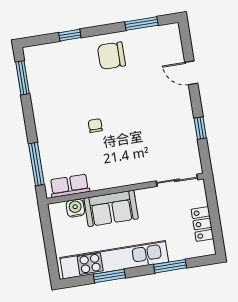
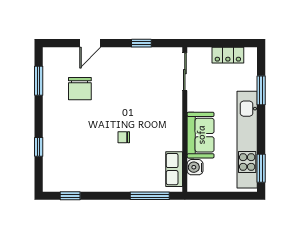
chair: (111, 56) -> (80, 89), moved
window: (22, 78) -> (70, 196), width x0.67
window: (109, 276) -> (261, 168), moved

